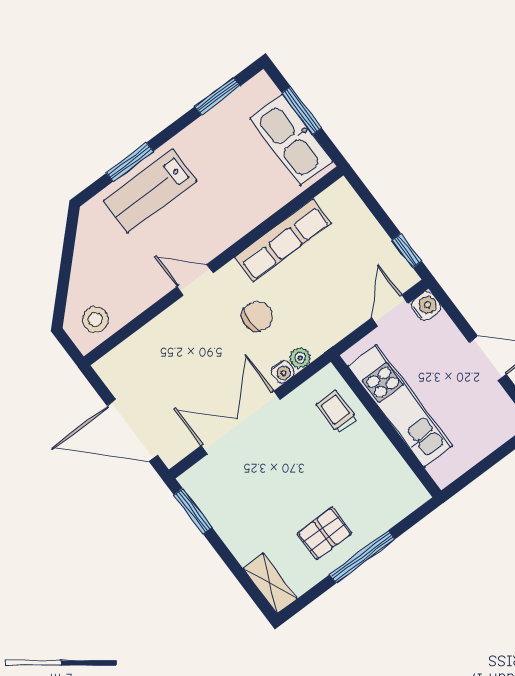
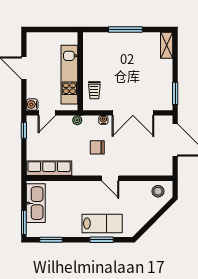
window: (302, 110) -> (24, 222), moved
row of seats: (283, 240) -> (49, 168), moved
plant: (300, 358) -> (77, 120), moved
pallet: (325, 533) -> (133, 49), removed

